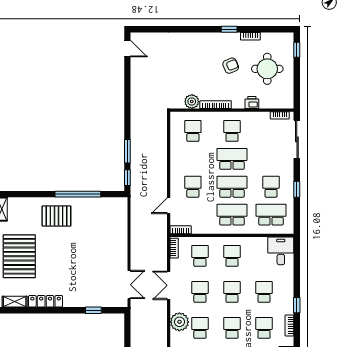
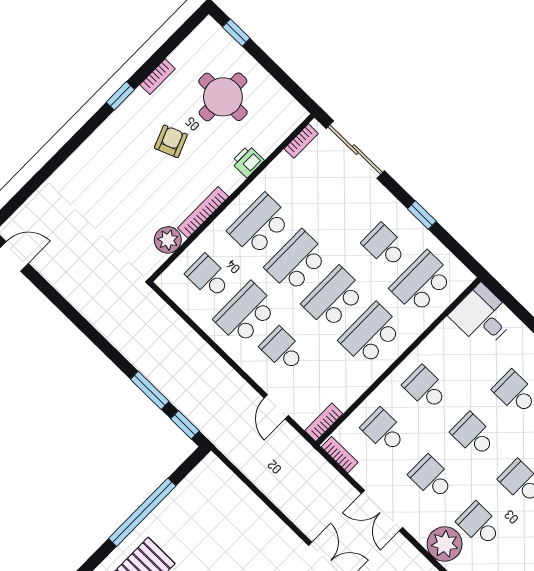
school desk: (232, 131) -> (259, 225), width x1.85
school desk: (193, 159) -> (246, 313), added

